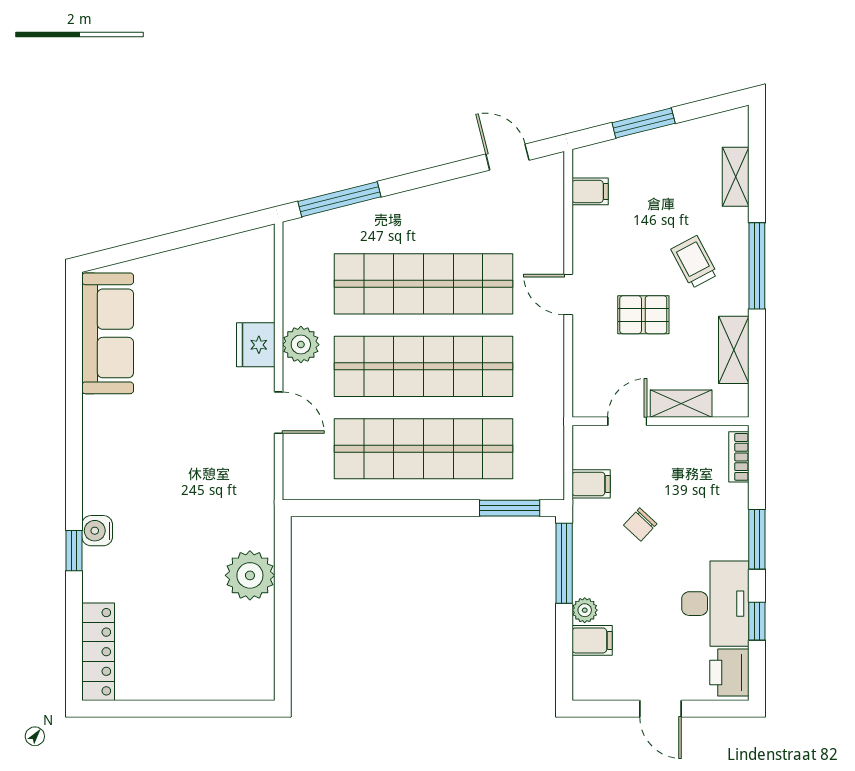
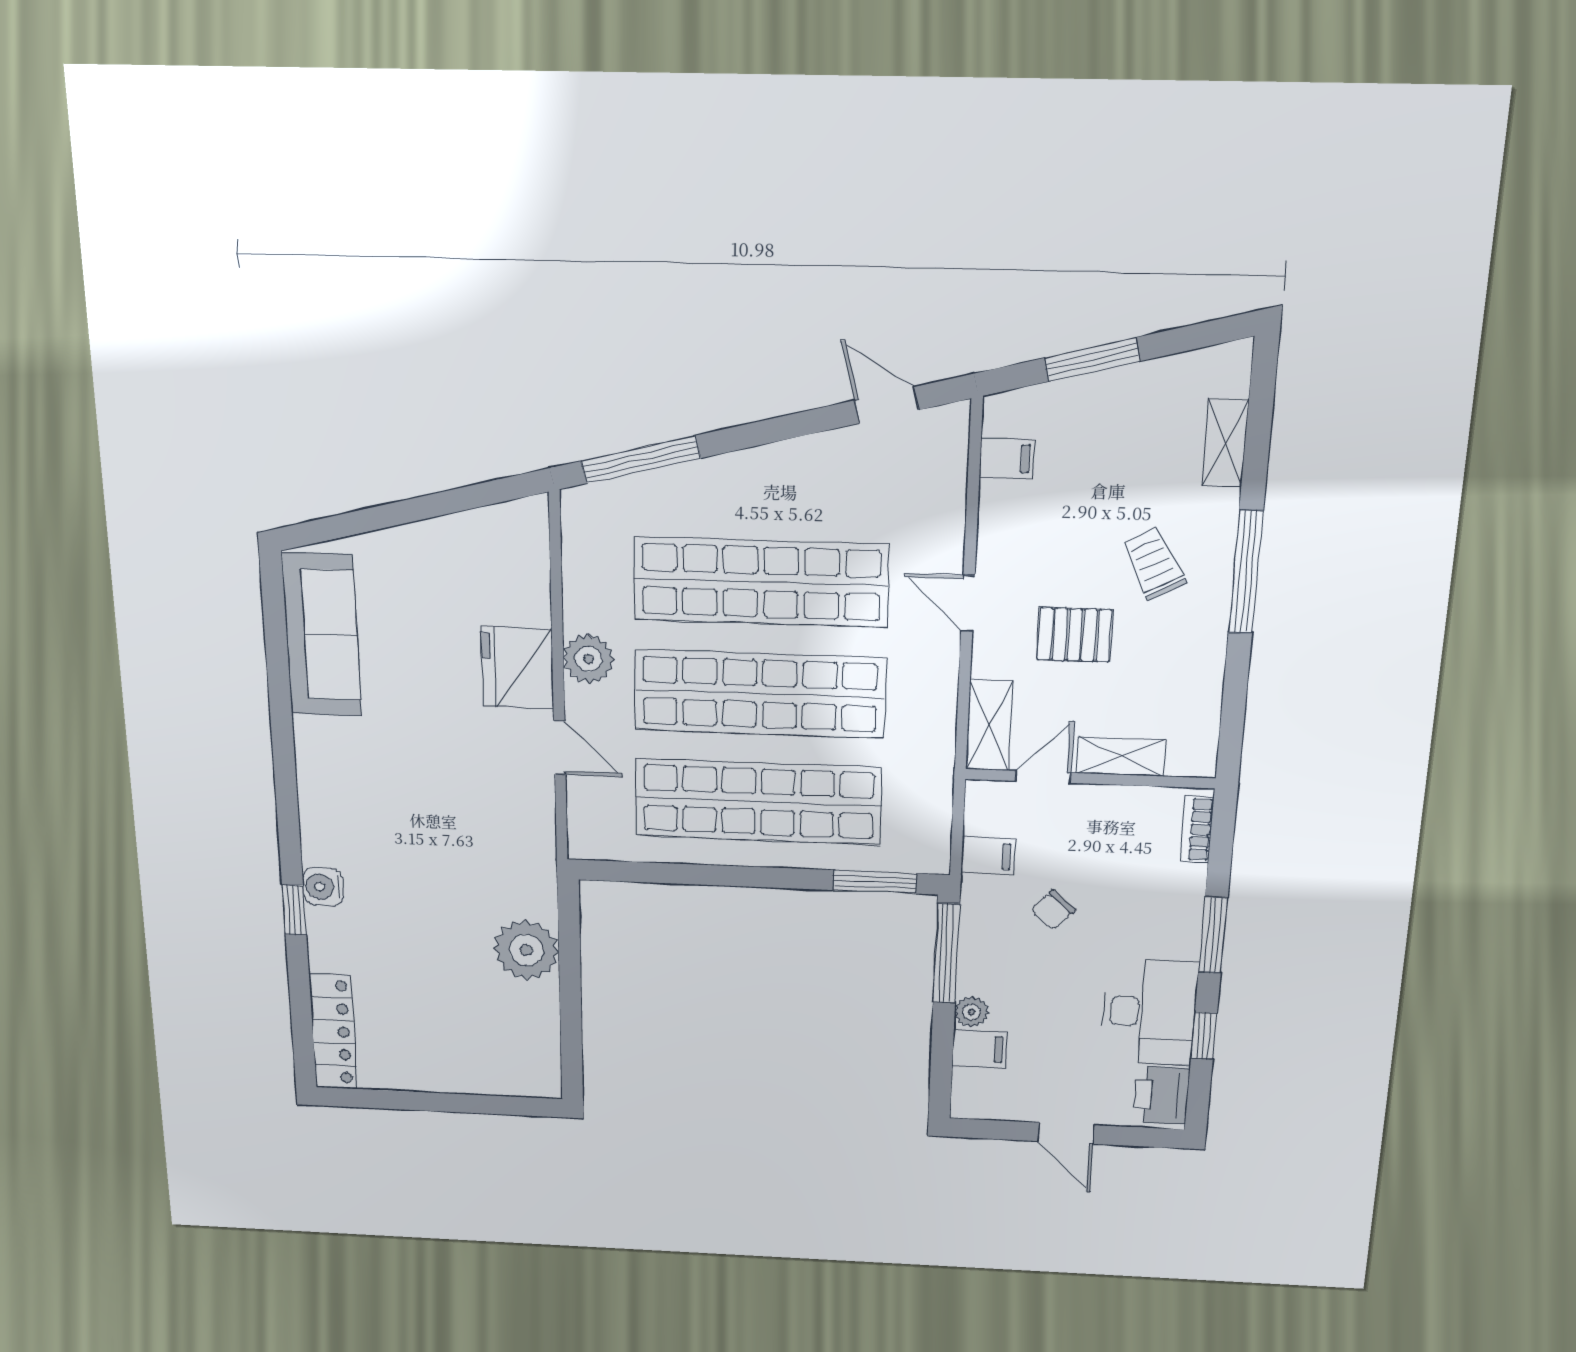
fridge: (256, 345) -> (517, 667), width x1.36, depth x1.34
shelving: (734, 350) -> (989, 725), moved

